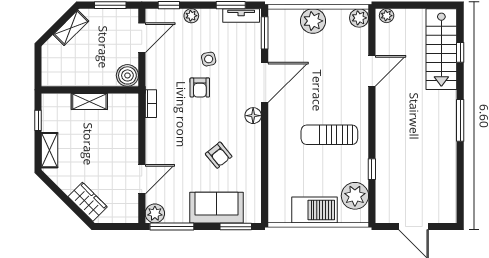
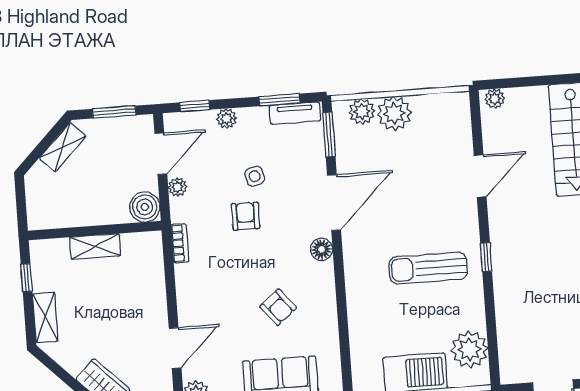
plant: (359, 18) -> (362, 112), moved
plant: (152, 63) -> (177, 187), added
armchair: (200, 87) -> (245, 216), turned 180
window: (372, 169) -> (486, 257), moved

